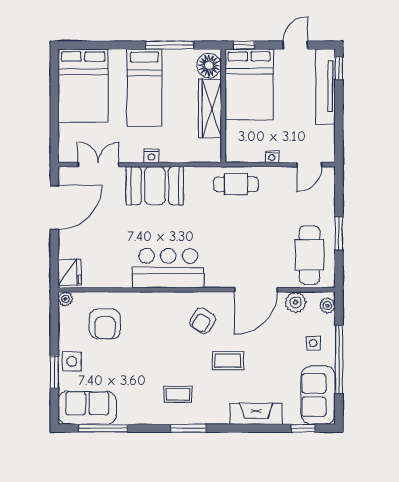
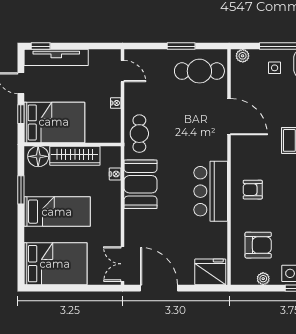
window: (170, 45) -> (21, 190), width x0.69
window: (244, 45) -> (21, 114), moved
nightstand: (151, 156) -> (115, 174), moved
double door: (98, 165) -> (123, 264), moved
booth: (155, 186) -> (141, 184), moved
fridge: (70, 272) -> (210, 272), width x1.36, depth x1.34
plant: (65, 299) -> (263, 279), moved
plant: (296, 302) -> (240, 83), removed
armchair: (203, 321) -> (253, 190), moved, turned 149

